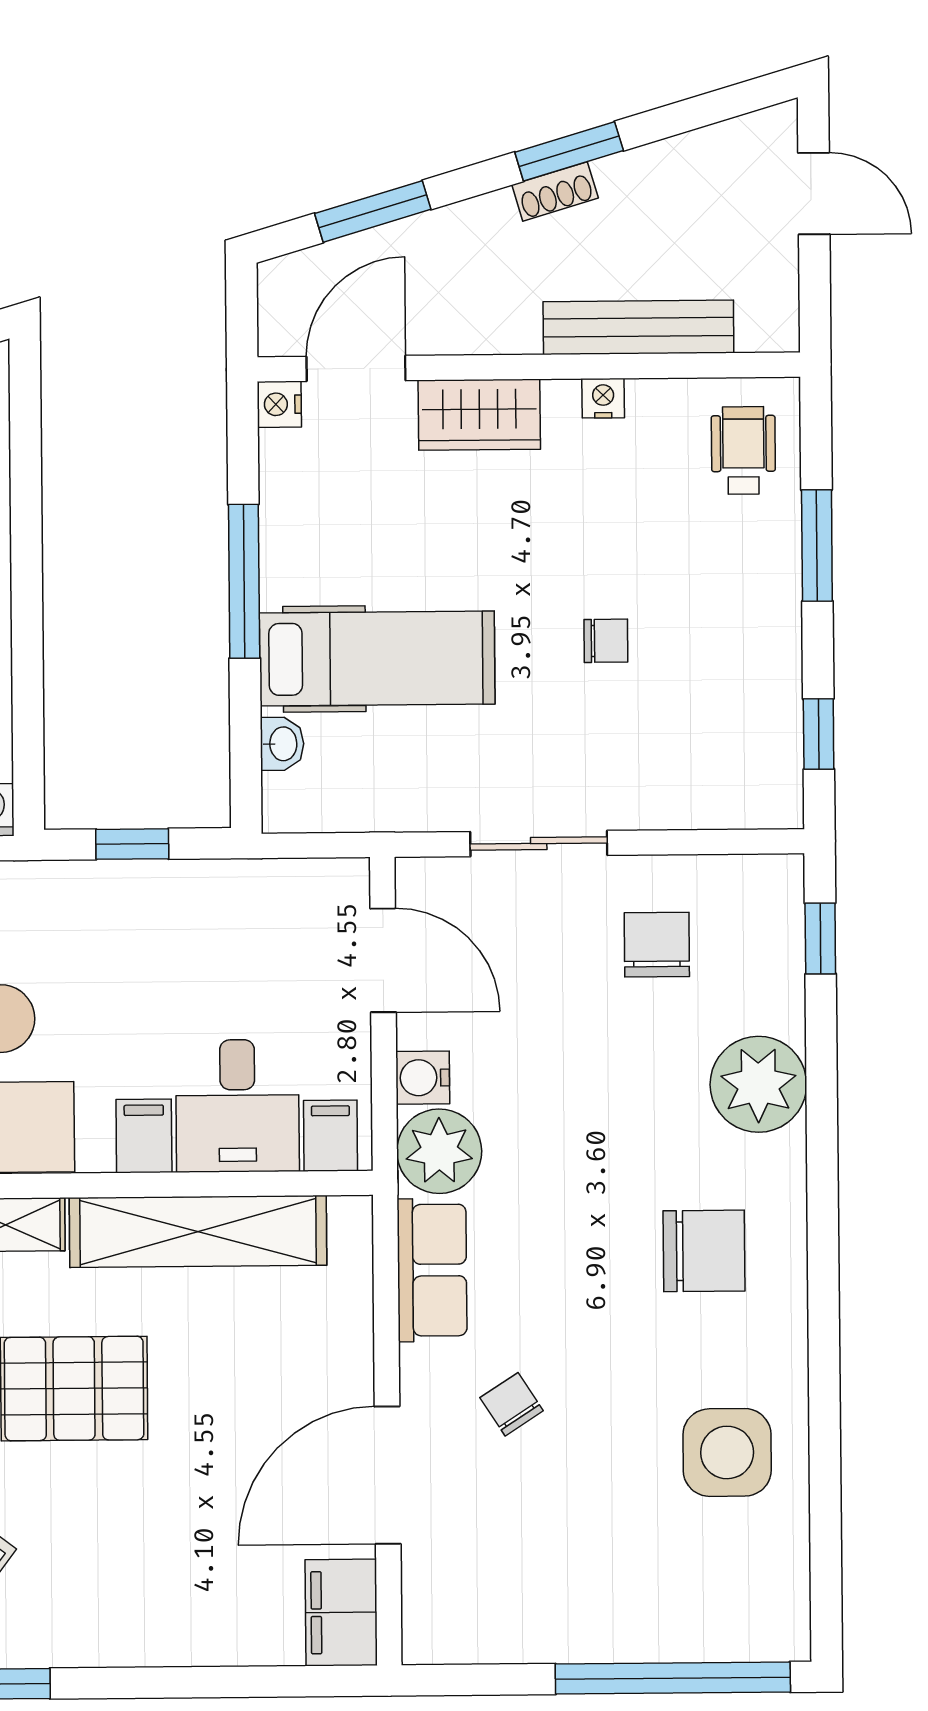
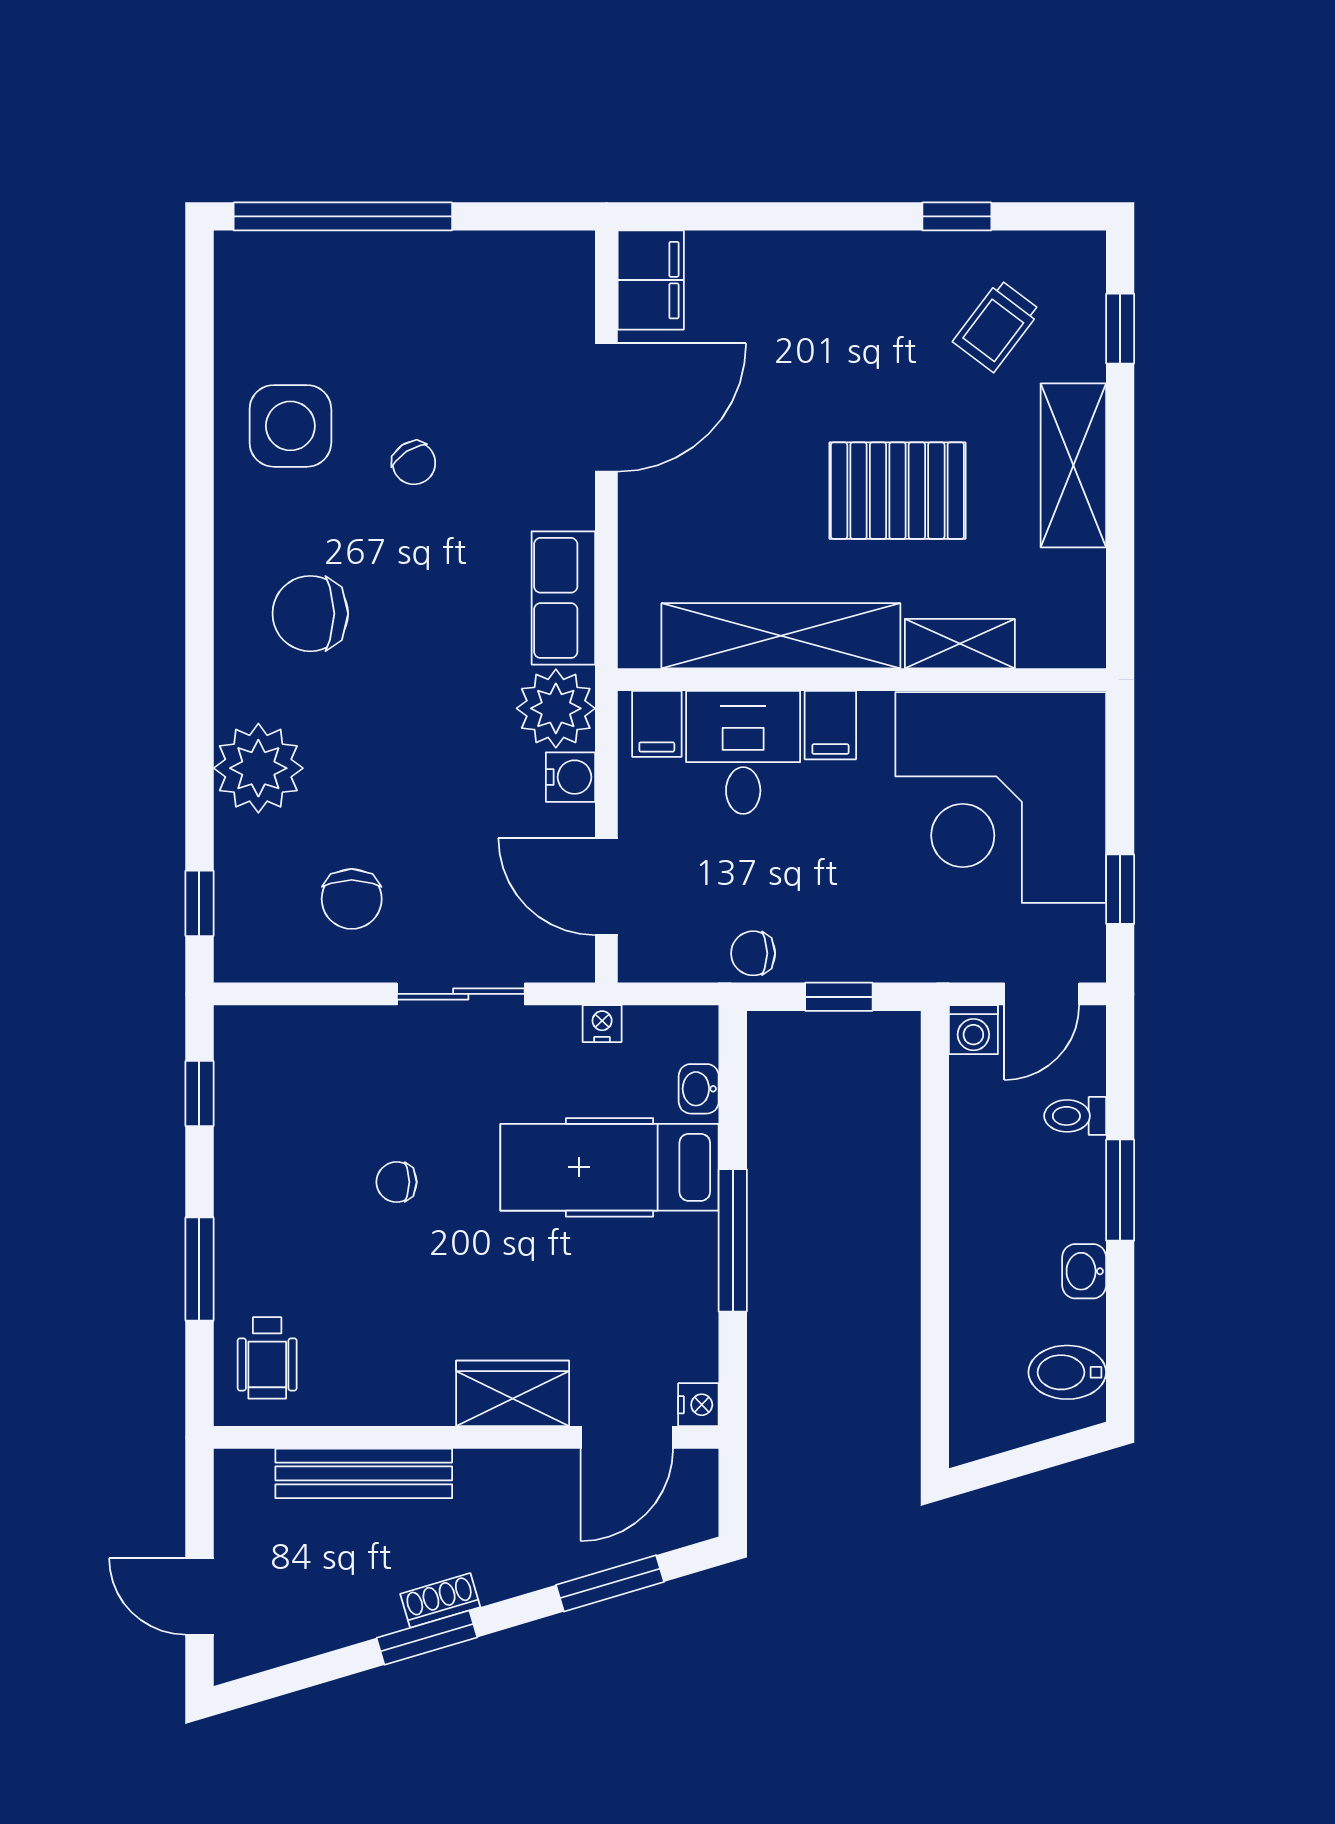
nightstand: (603, 398) -> (602, 1024), moved, turned 180
chair: (225, 890) -> (753, 953), added
chair: (512, 1404) -> (414, 463), moved

